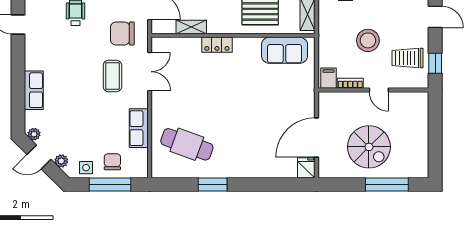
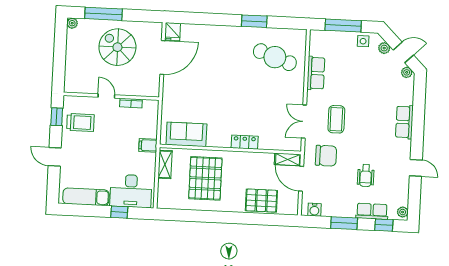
shelving: (191, 27) -> (288, 159), moved
stool: (368, 40) -> (114, 139), removed
filing cabinet: (329, 78) -> (148, 145), moved, turned 90
row of seats: (34, 90) -> (404, 122), moved
chair: (112, 162) -> (340, 45), removed
plant: (423, 172) -> (72, 23), added

